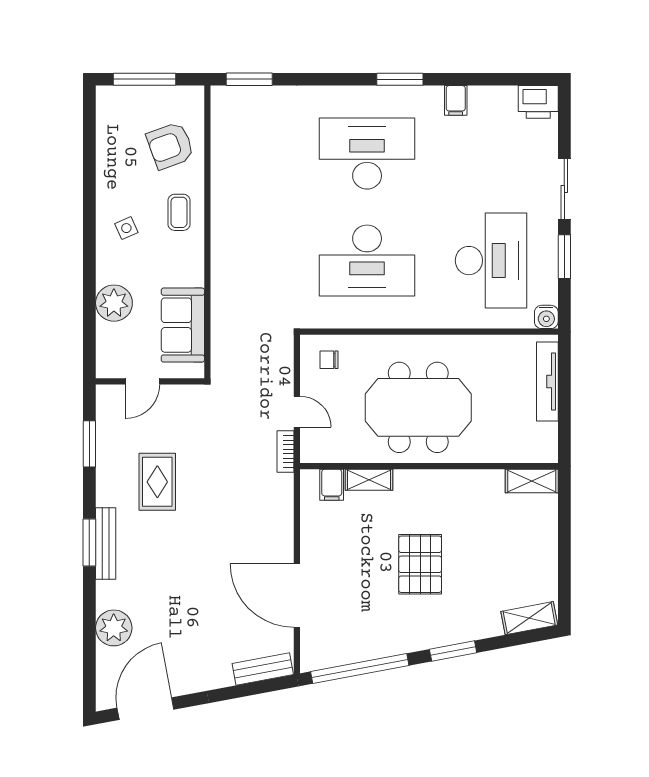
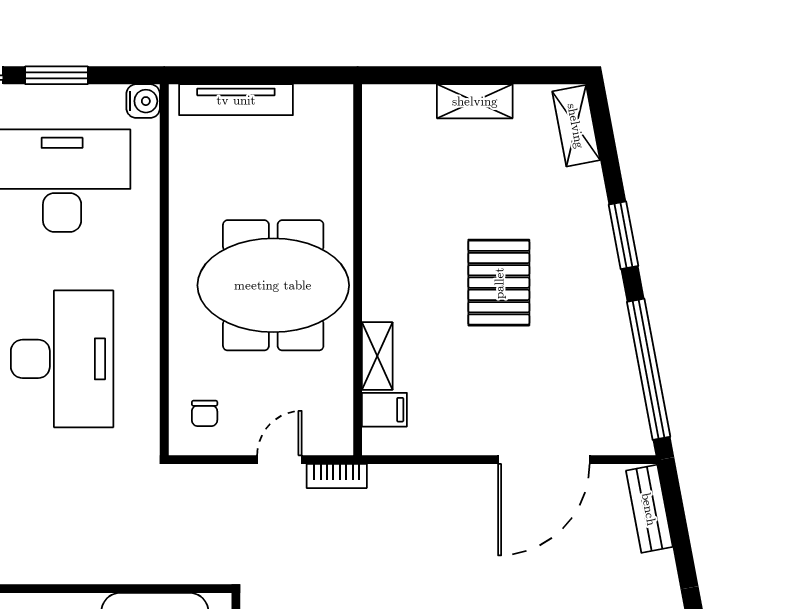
meeting table: (418, 407) -> (273, 285), turned 90
shelving: (532, 481) -> (475, 101), moved, turned 90
pallet: (420, 564) -> (499, 283), turned 90

